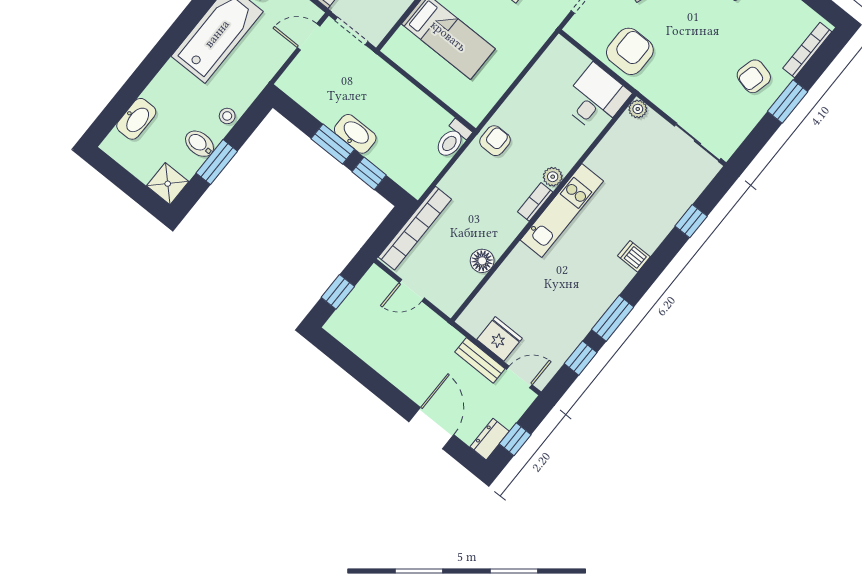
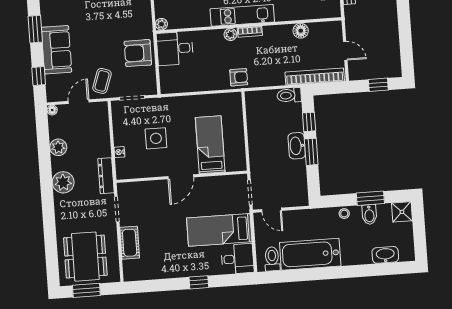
toilet: (453, 139) -> (289, 95), moved, turned 180
armchair: (495, 141) -> (239, 77), turned 180

